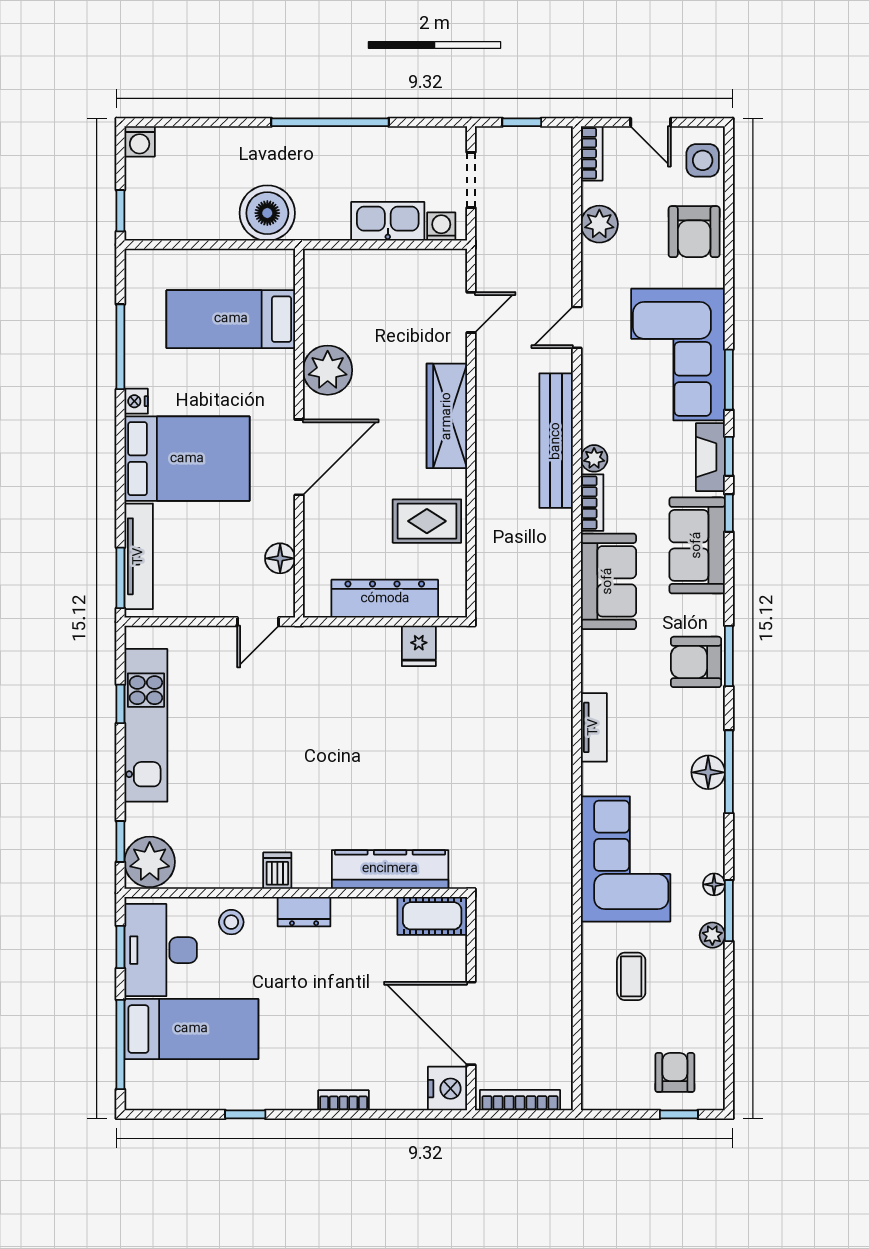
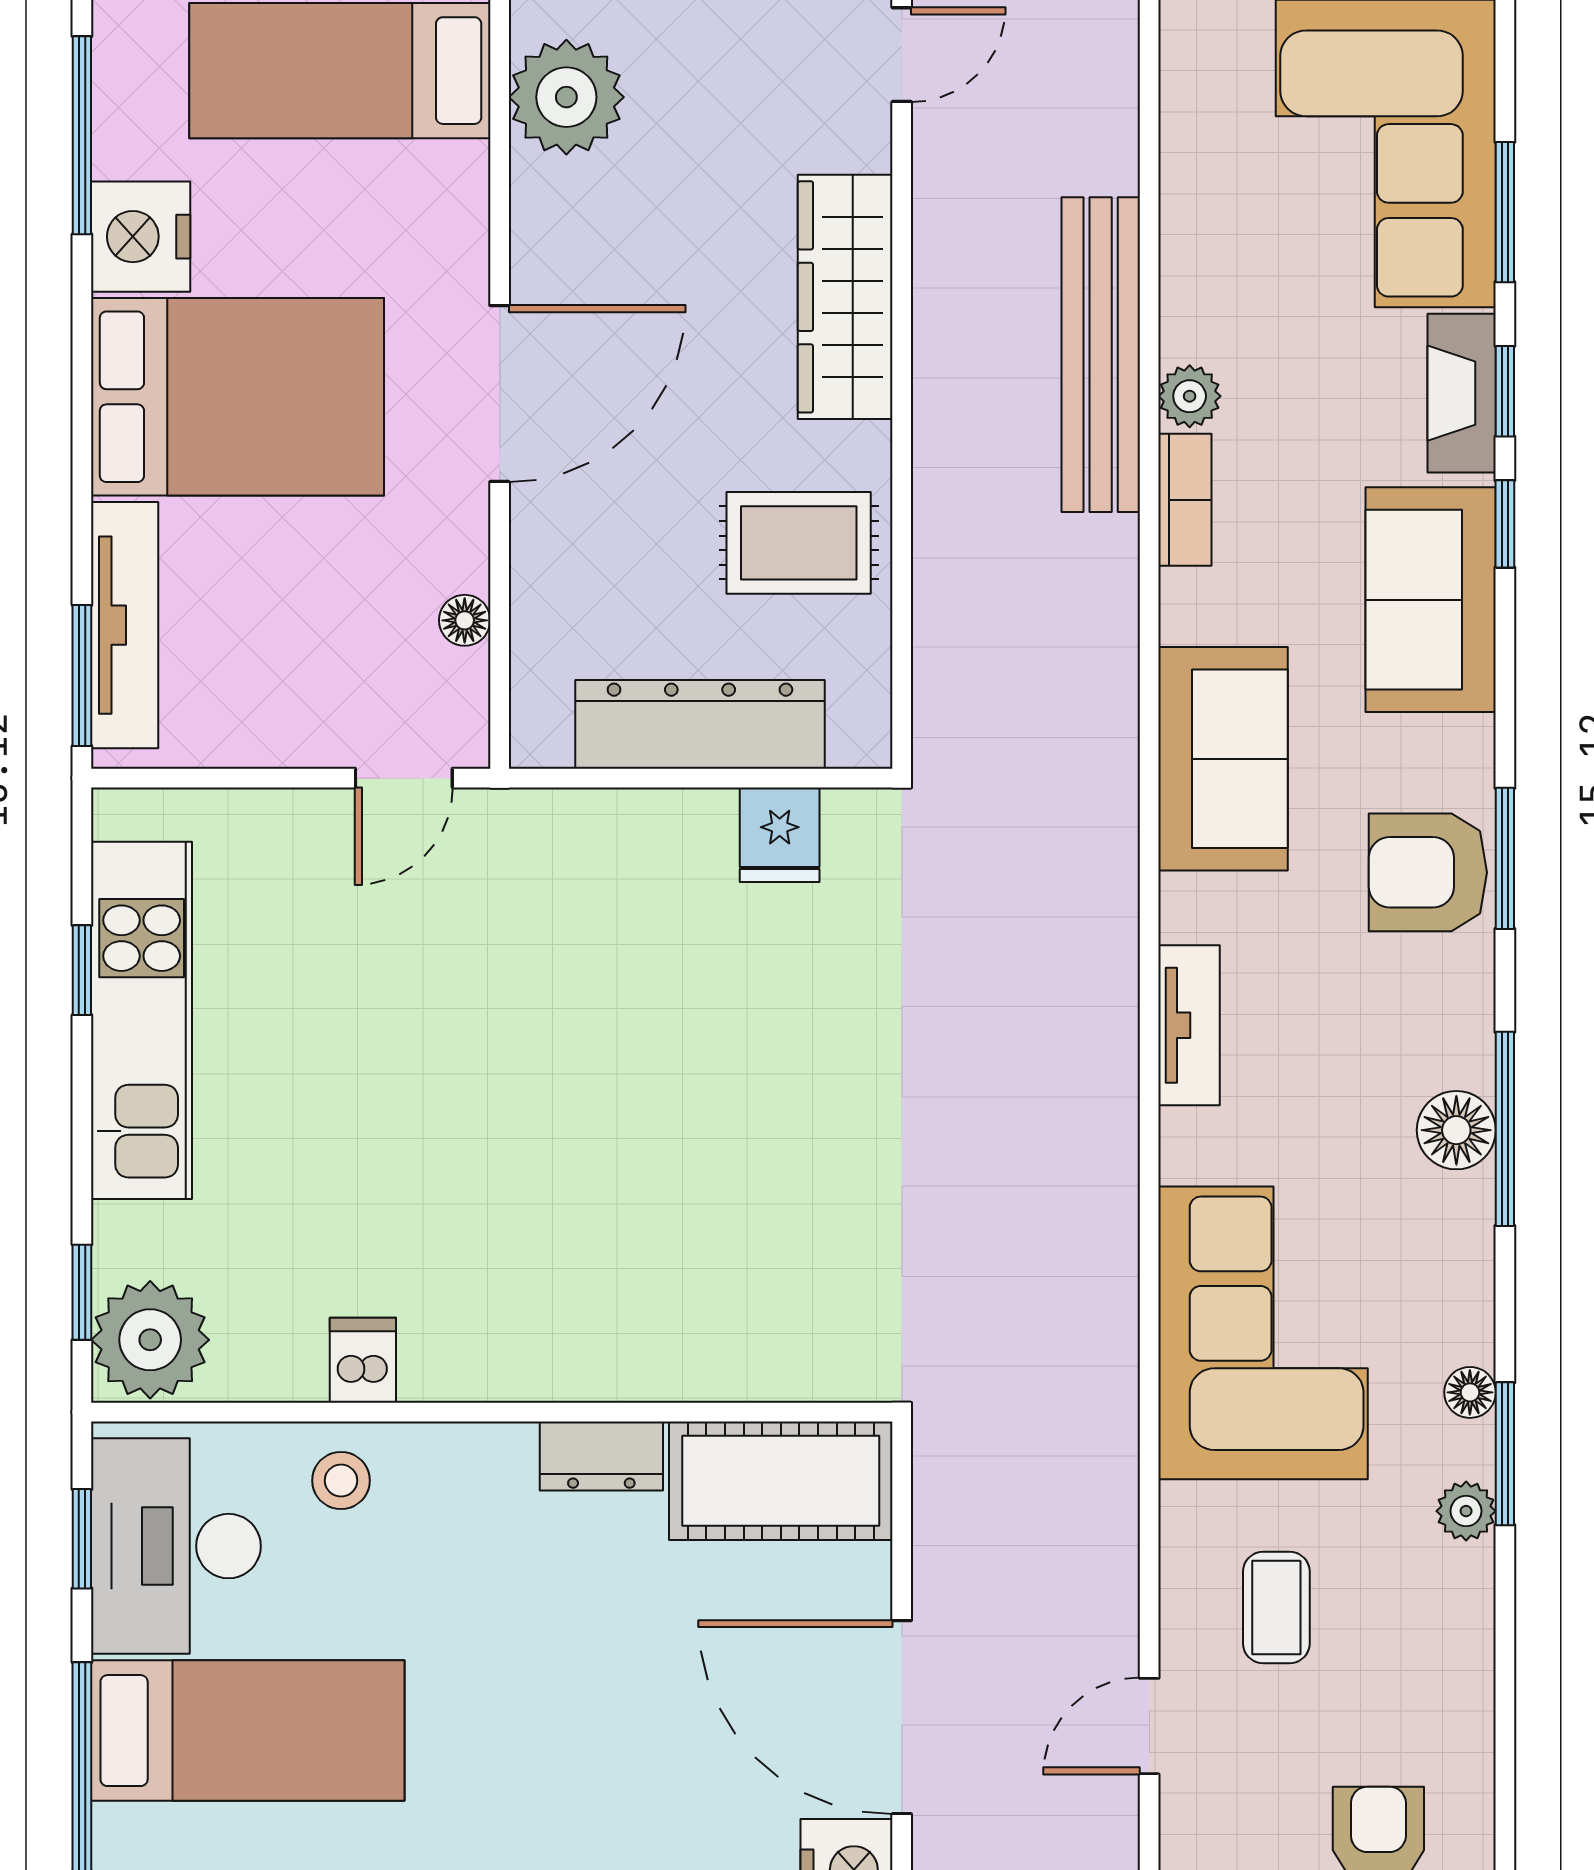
door: (577, 327) -> (1149, 1726), moved
plant: (328, 370) -> (566, 97), moved
nightstand: (136, 401) -> (141, 237), width x1.89, depth x1.79
floor lamp: (280, 558) -> (465, 620), width x0.73, depth x0.73
sofa: (608, 581) -> (1223, 759), moved
kitchen counter: (390, 869) -> (713, 1358), removed
dishwasher: (277, 871) -> (363, 1360), moved
dresser: (304, 912) -> (601, 1456), moved
cot: (432, 916) -> (781, 1481), width x1.37, depth x1.34

